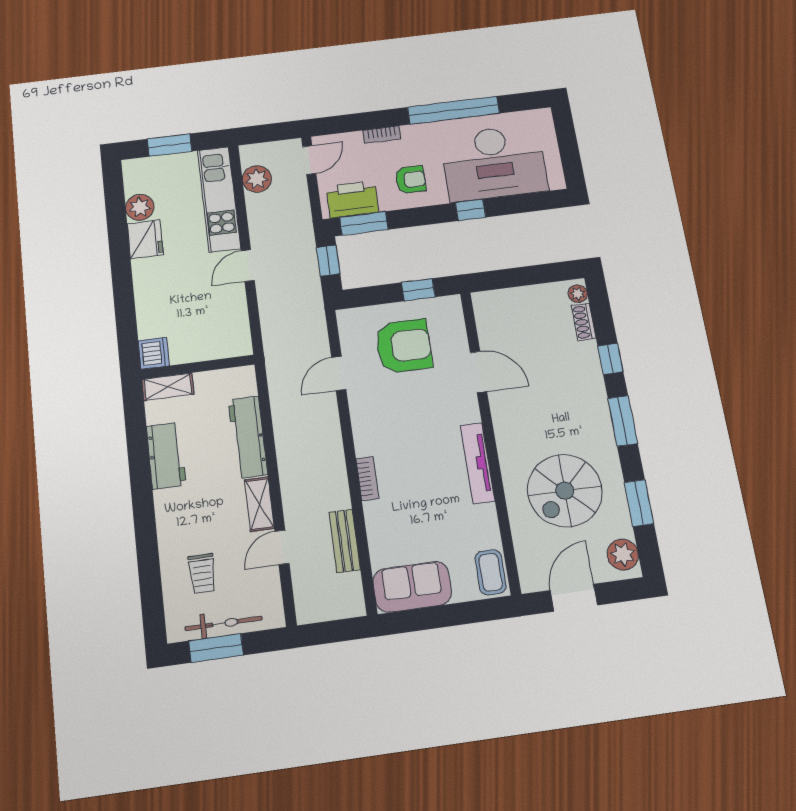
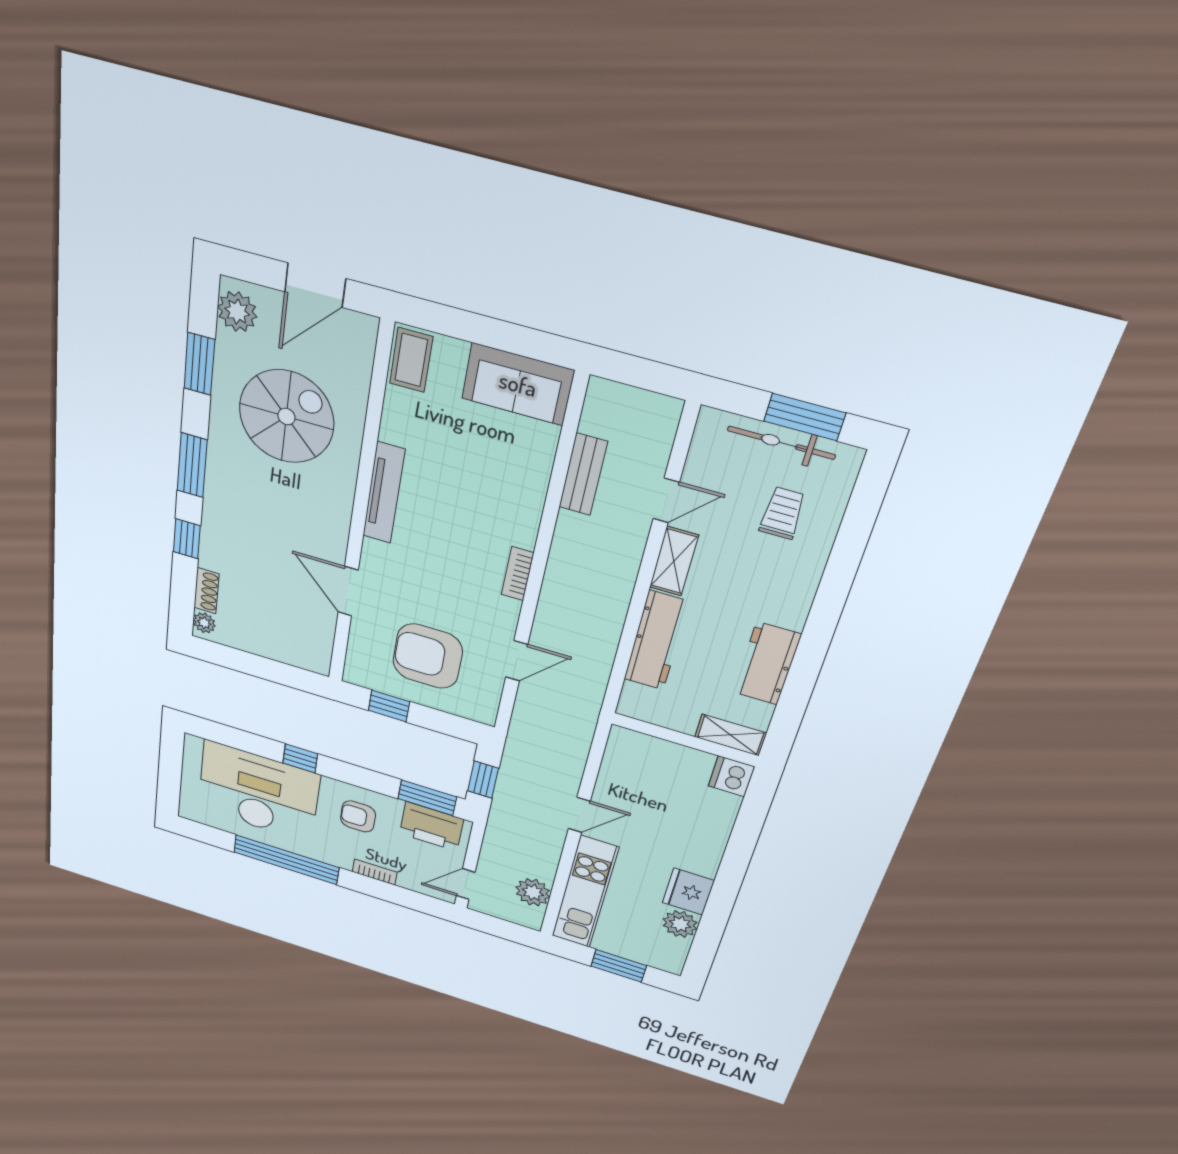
bookcase: (367, 479) -> (518, 574), moved

